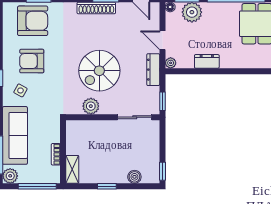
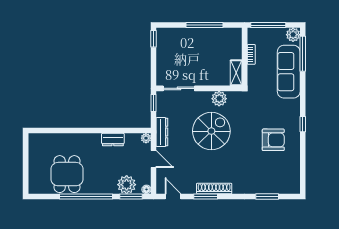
armchair: (33, 21) -> (273, 177), removed
side table: (20, 90) -> (284, 113), removed
shelving: (72, 169) -> (236, 73), moved
boiler: (134, 177) -> (179, 34), removed
window: (107, 186) -> (204, 25), width x2.17

